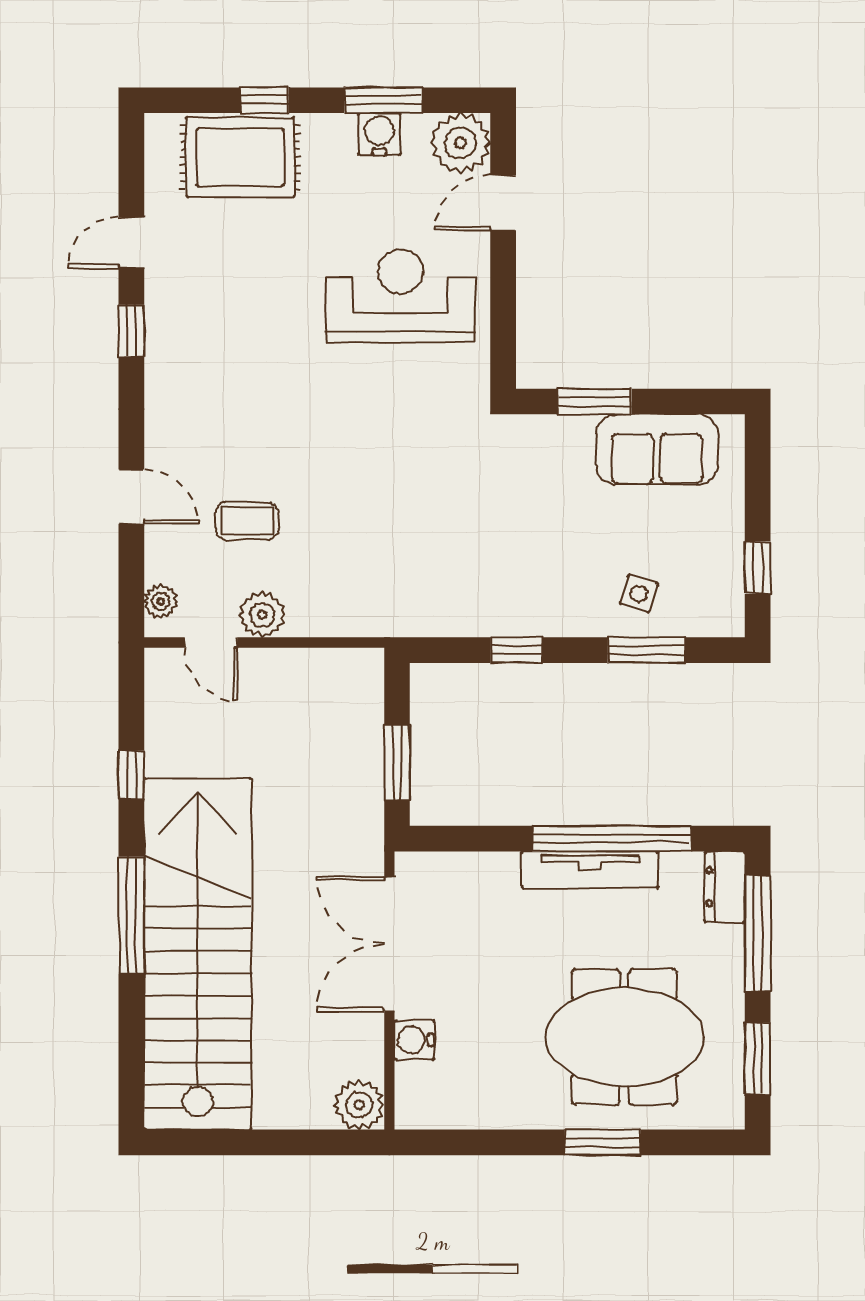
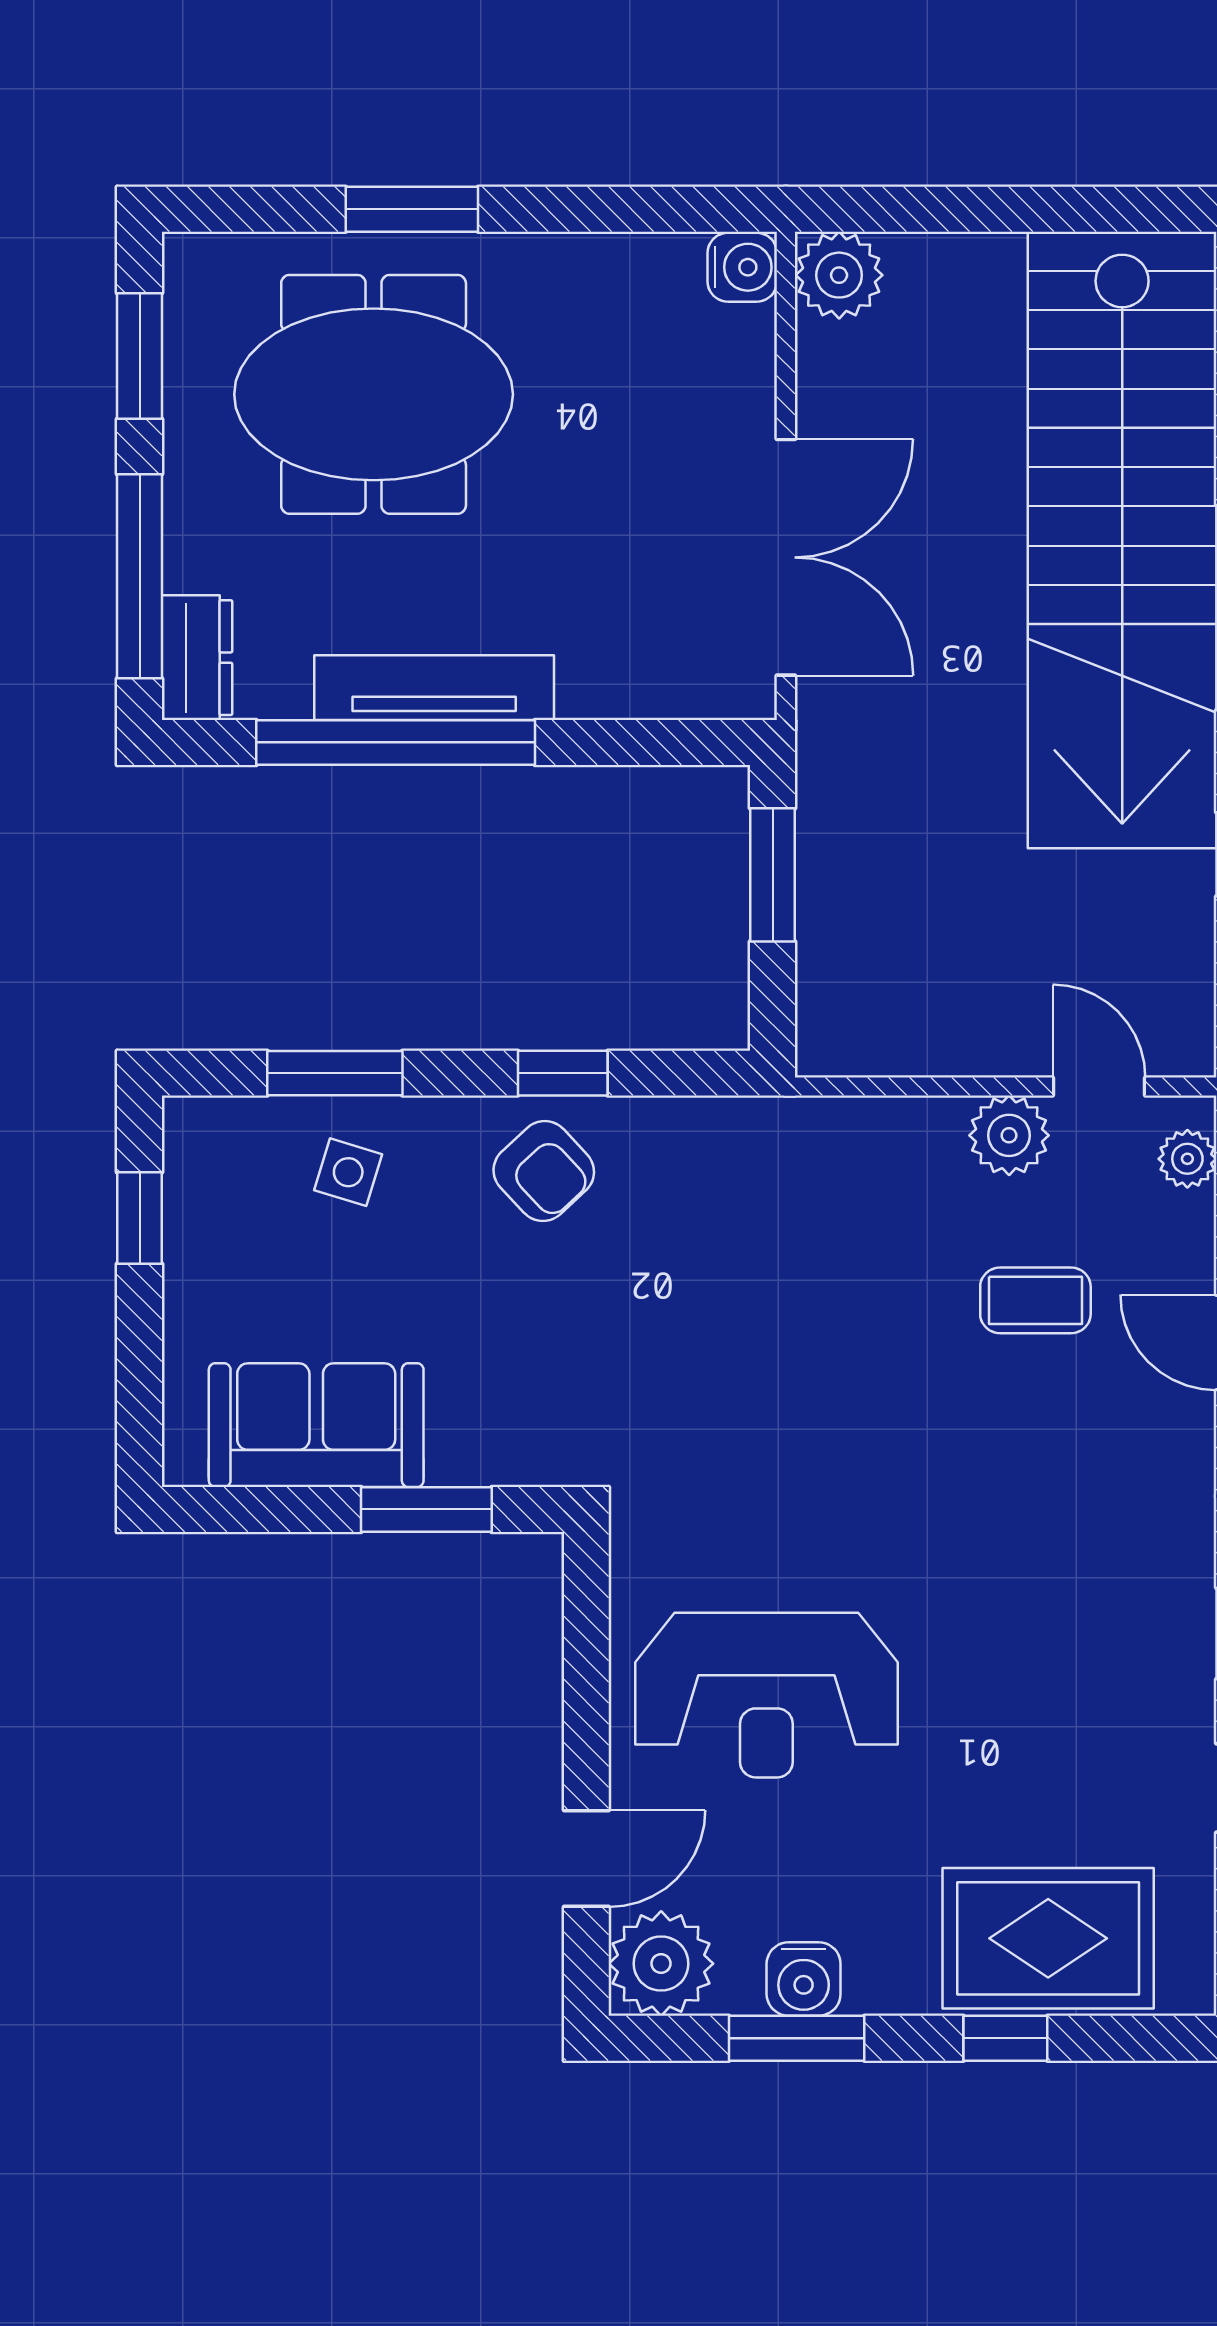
armchair: (527, 594) -> (544, 1171), added
water cooler: (414, 1040) -> (742, 267), moved

